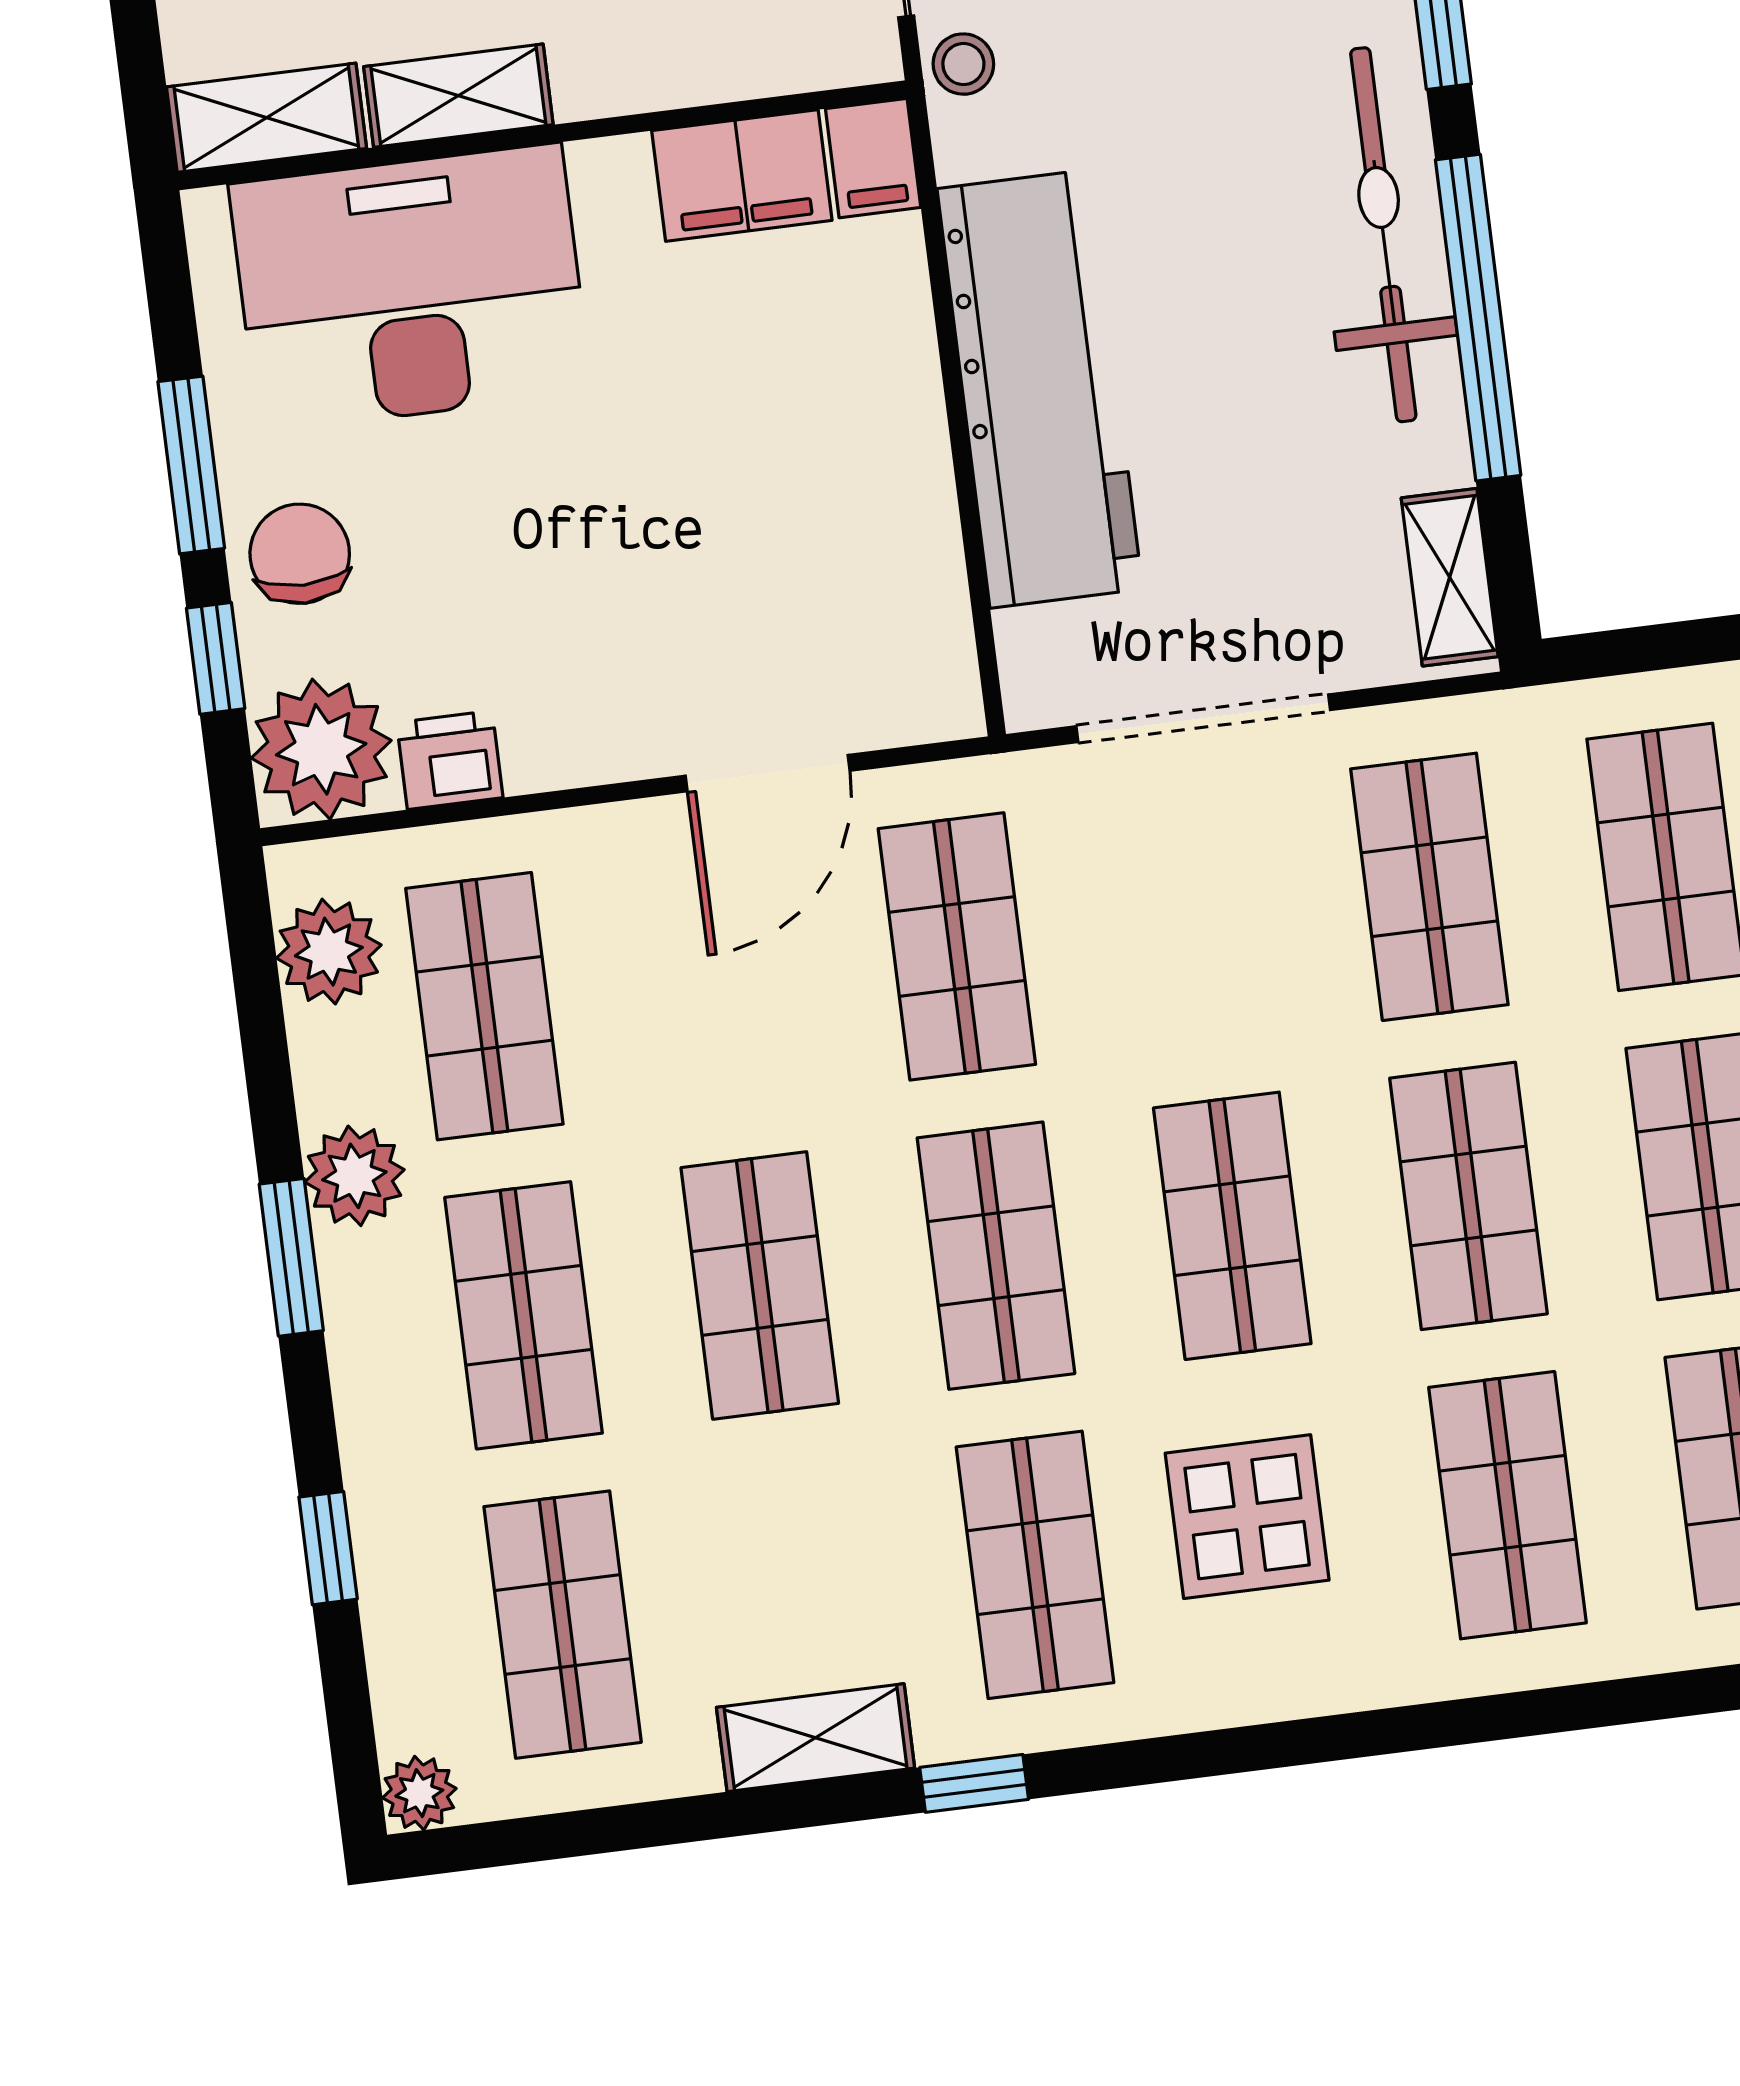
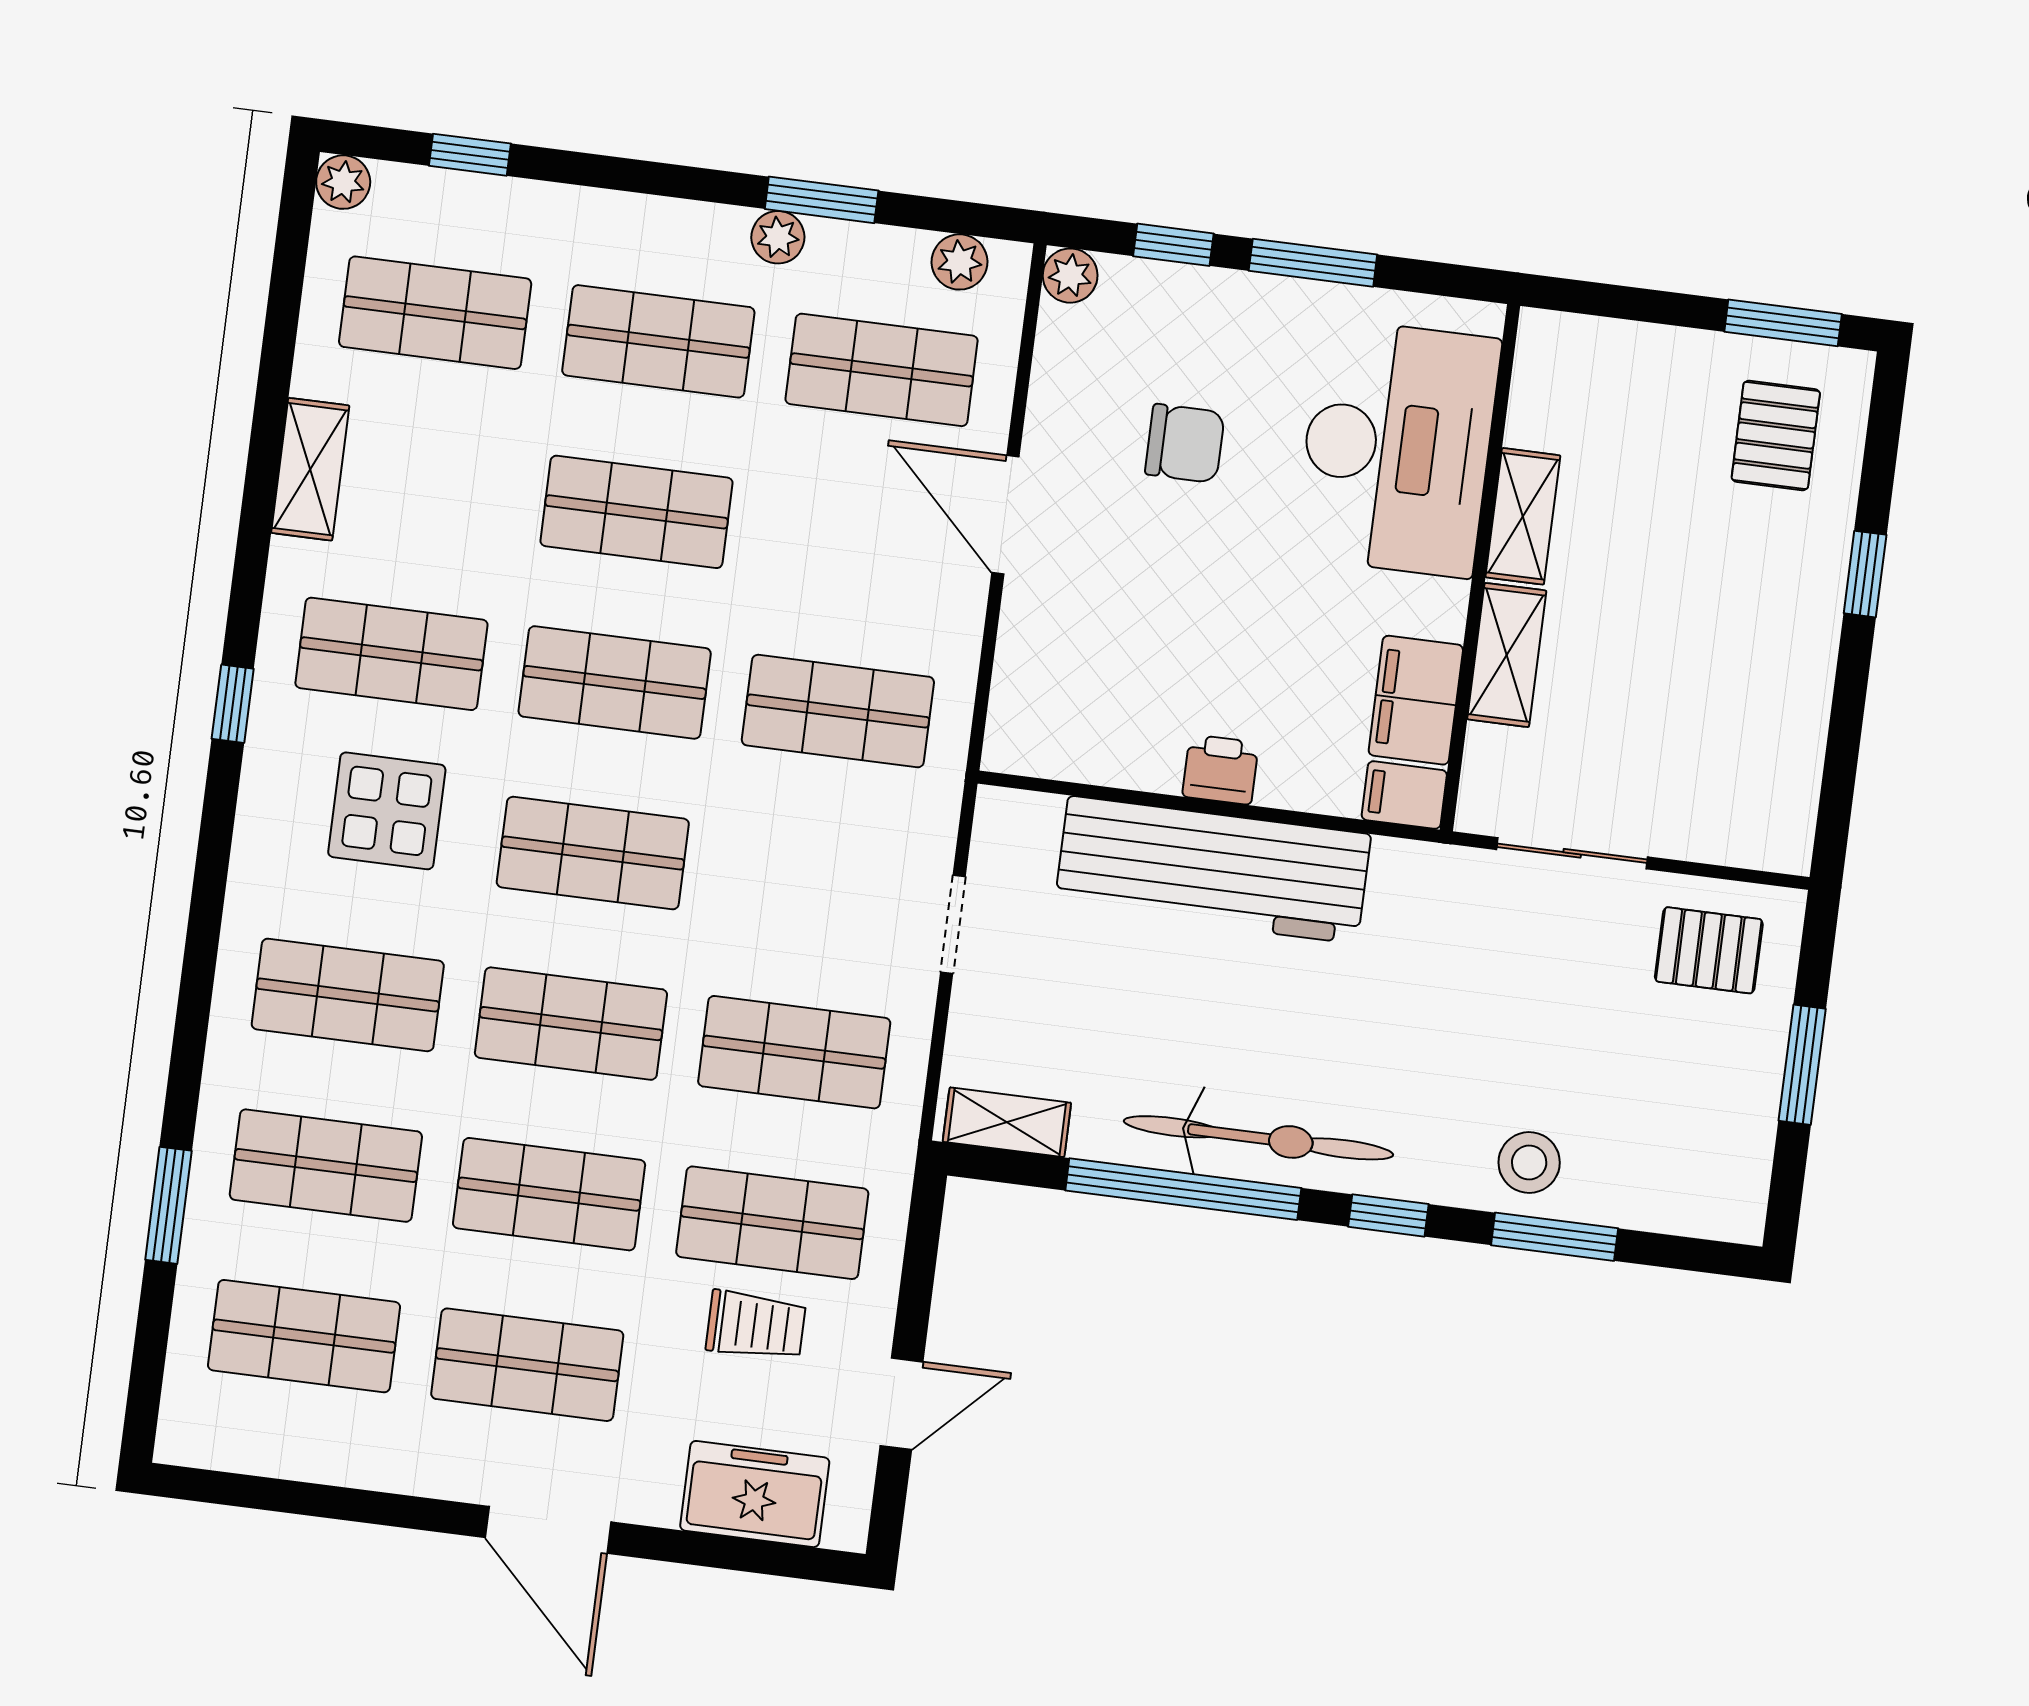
stool: (963, 64) -> (1454, 875), removed
shelving: (266, 118) -> (1507, 655), moved
chair: (300, 554) -> (1185, 443), moved
doorway: (1203, 718) -> (953, 925), width x0.53
plant: (321, 749) -> (1070, 276), width x0.53, depth x0.53
printer: (450, 760) -> (1220, 770), moved, turned -90
door: (768, 773) -> (1005, 515), moved
plant: (329, 952) -> (960, 262), width x0.73, depth x0.73
plant: (354, 1176) -> (778, 237), width x0.73, depth x0.73
window: (291, 1257) -> (822, 200), moved
window: (328, 1548) -> (470, 155), moved
window: (974, 1783) -> (233, 704), moved

